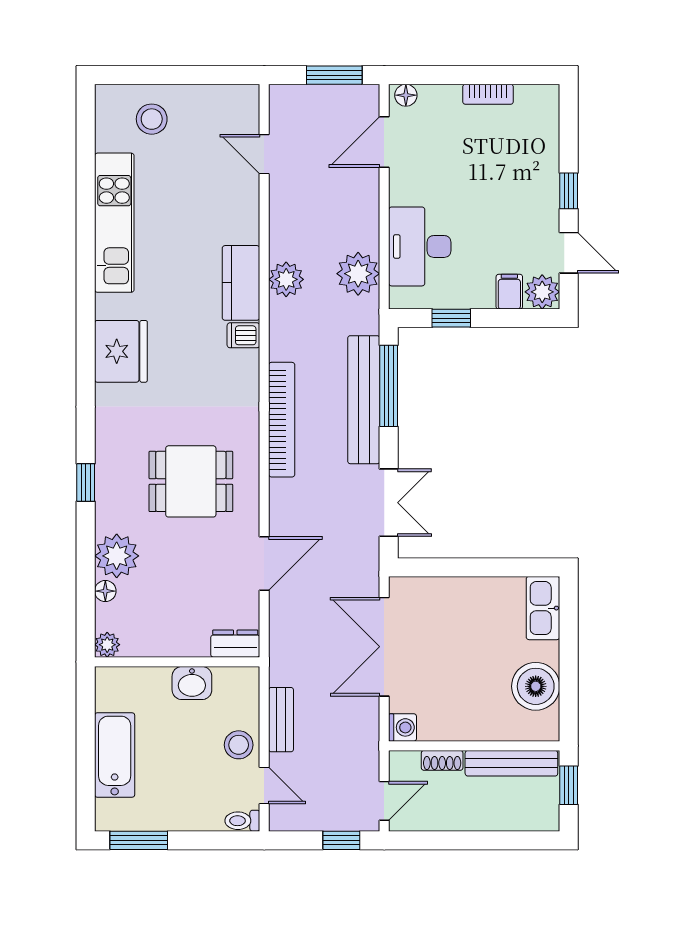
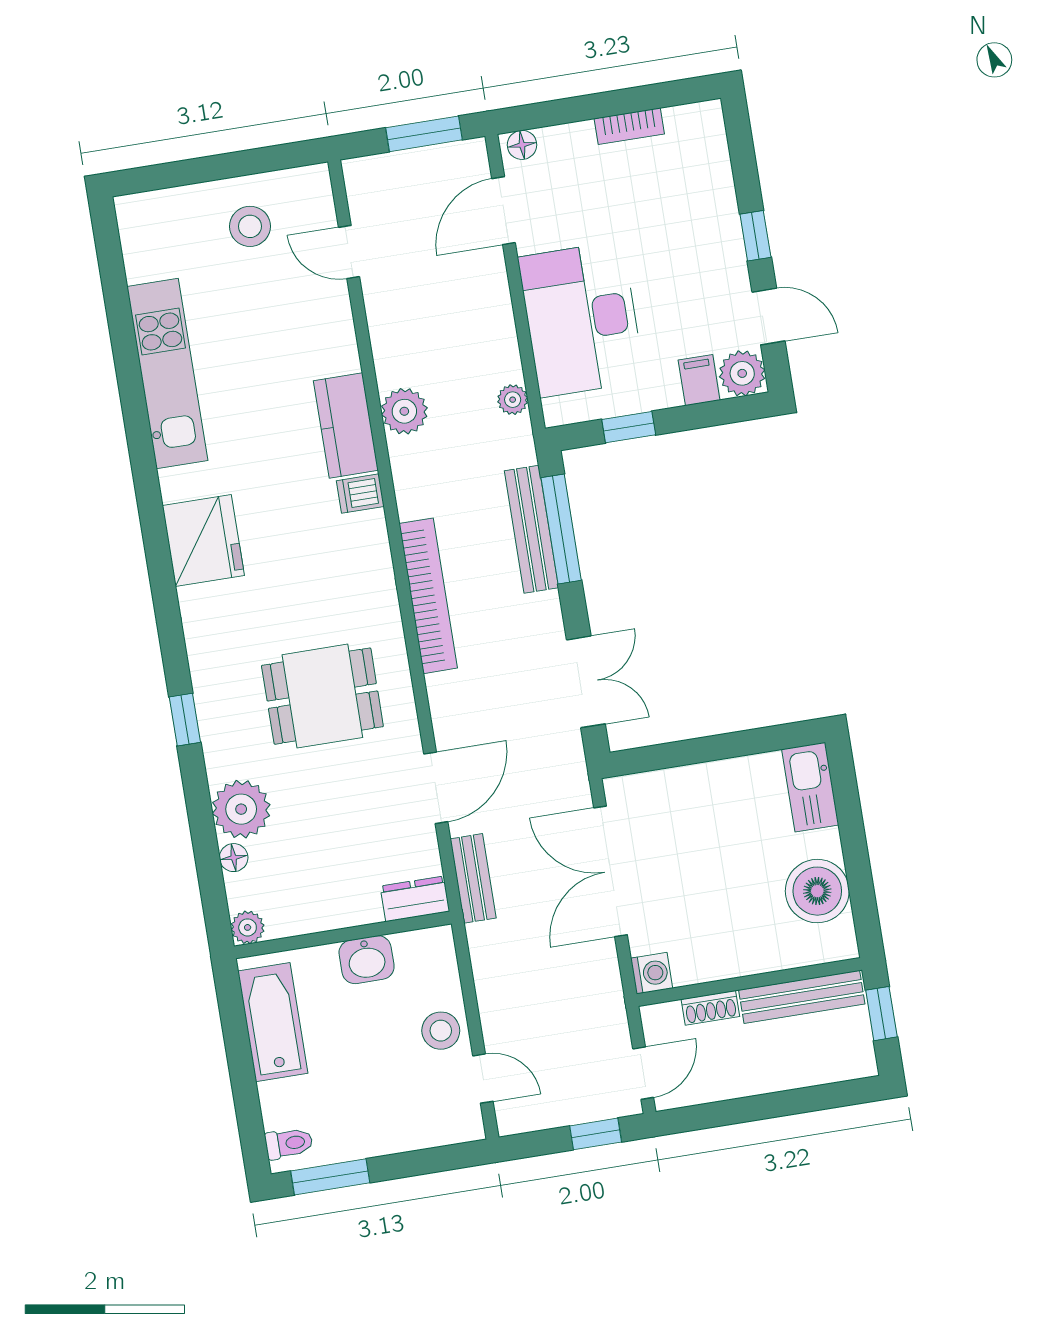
stool: (152, 119) -> (250, 226), moved
desk: (420, 246) -> (581, 319), width x1.36, depth x1.30
plant: (358, 274) -> (513, 400), width x0.53, depth x0.53
bench: (364, 400) -> (531, 529), width x0.73, depth x0.82
bench: (281, 720) -> (473, 878), moved
bathtub: (115, 755) -> (273, 1022), moved
toilet: (242, 821) -> (289, 1143), moved, turned 180

